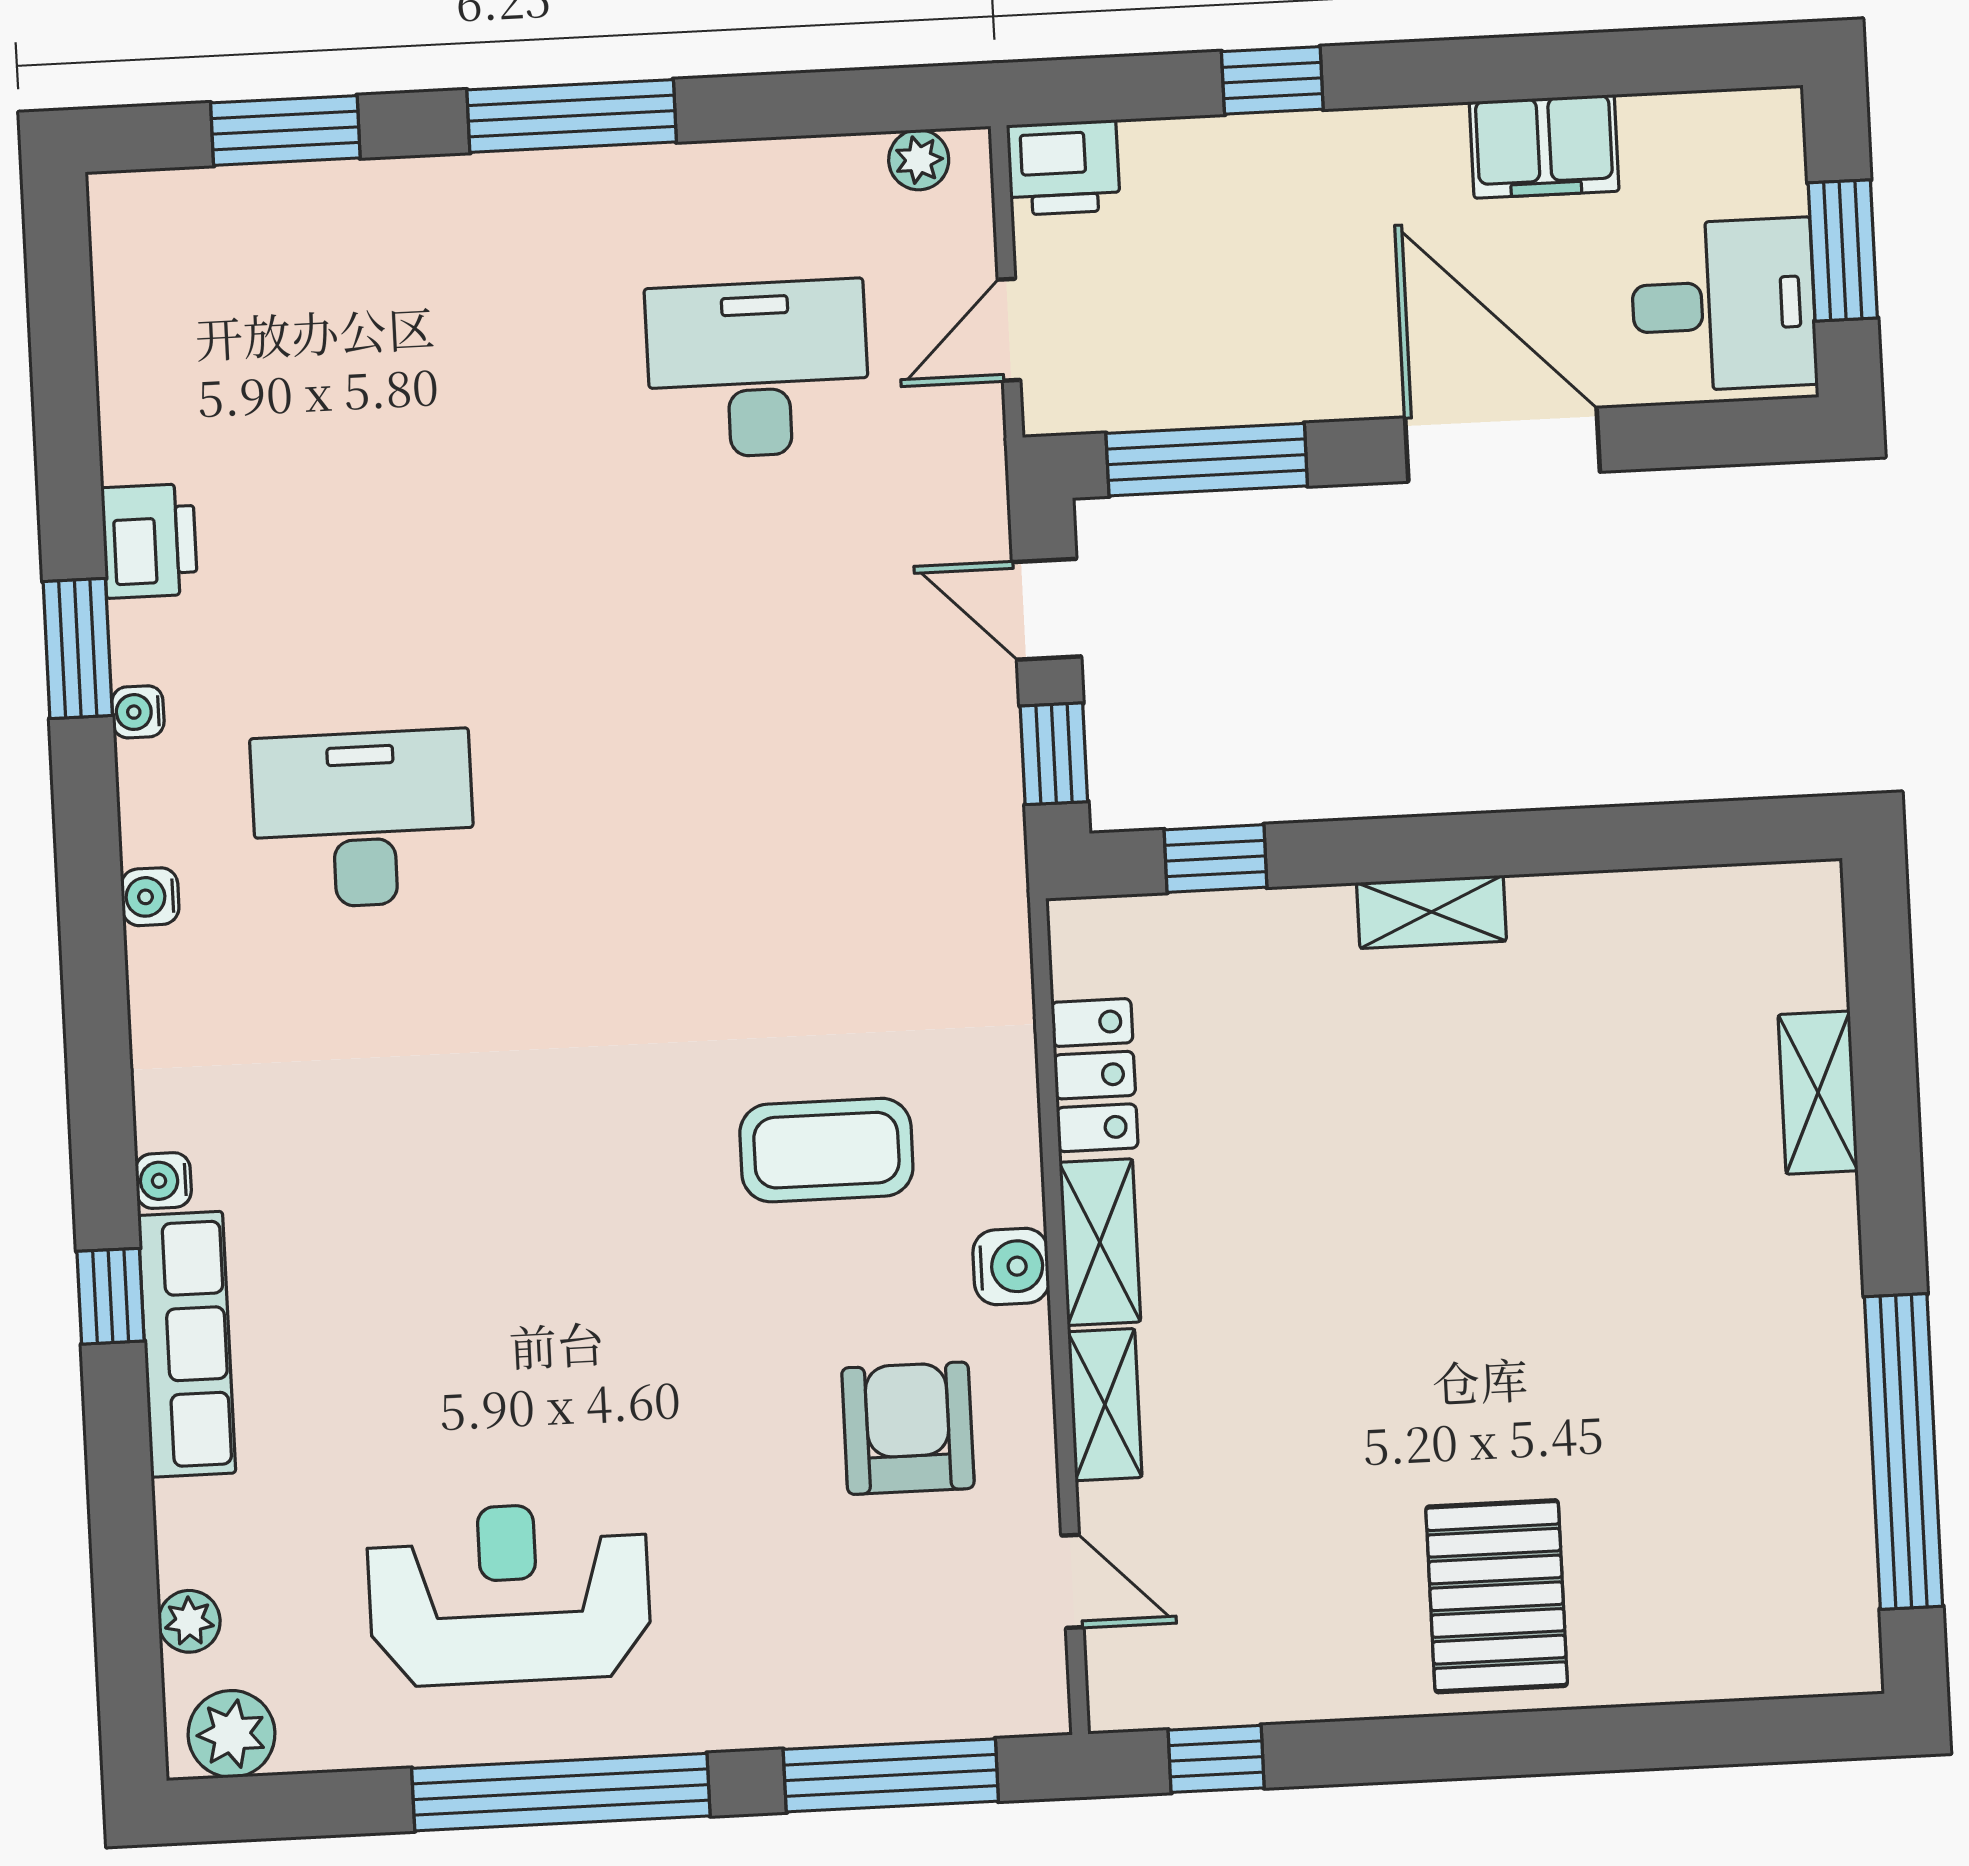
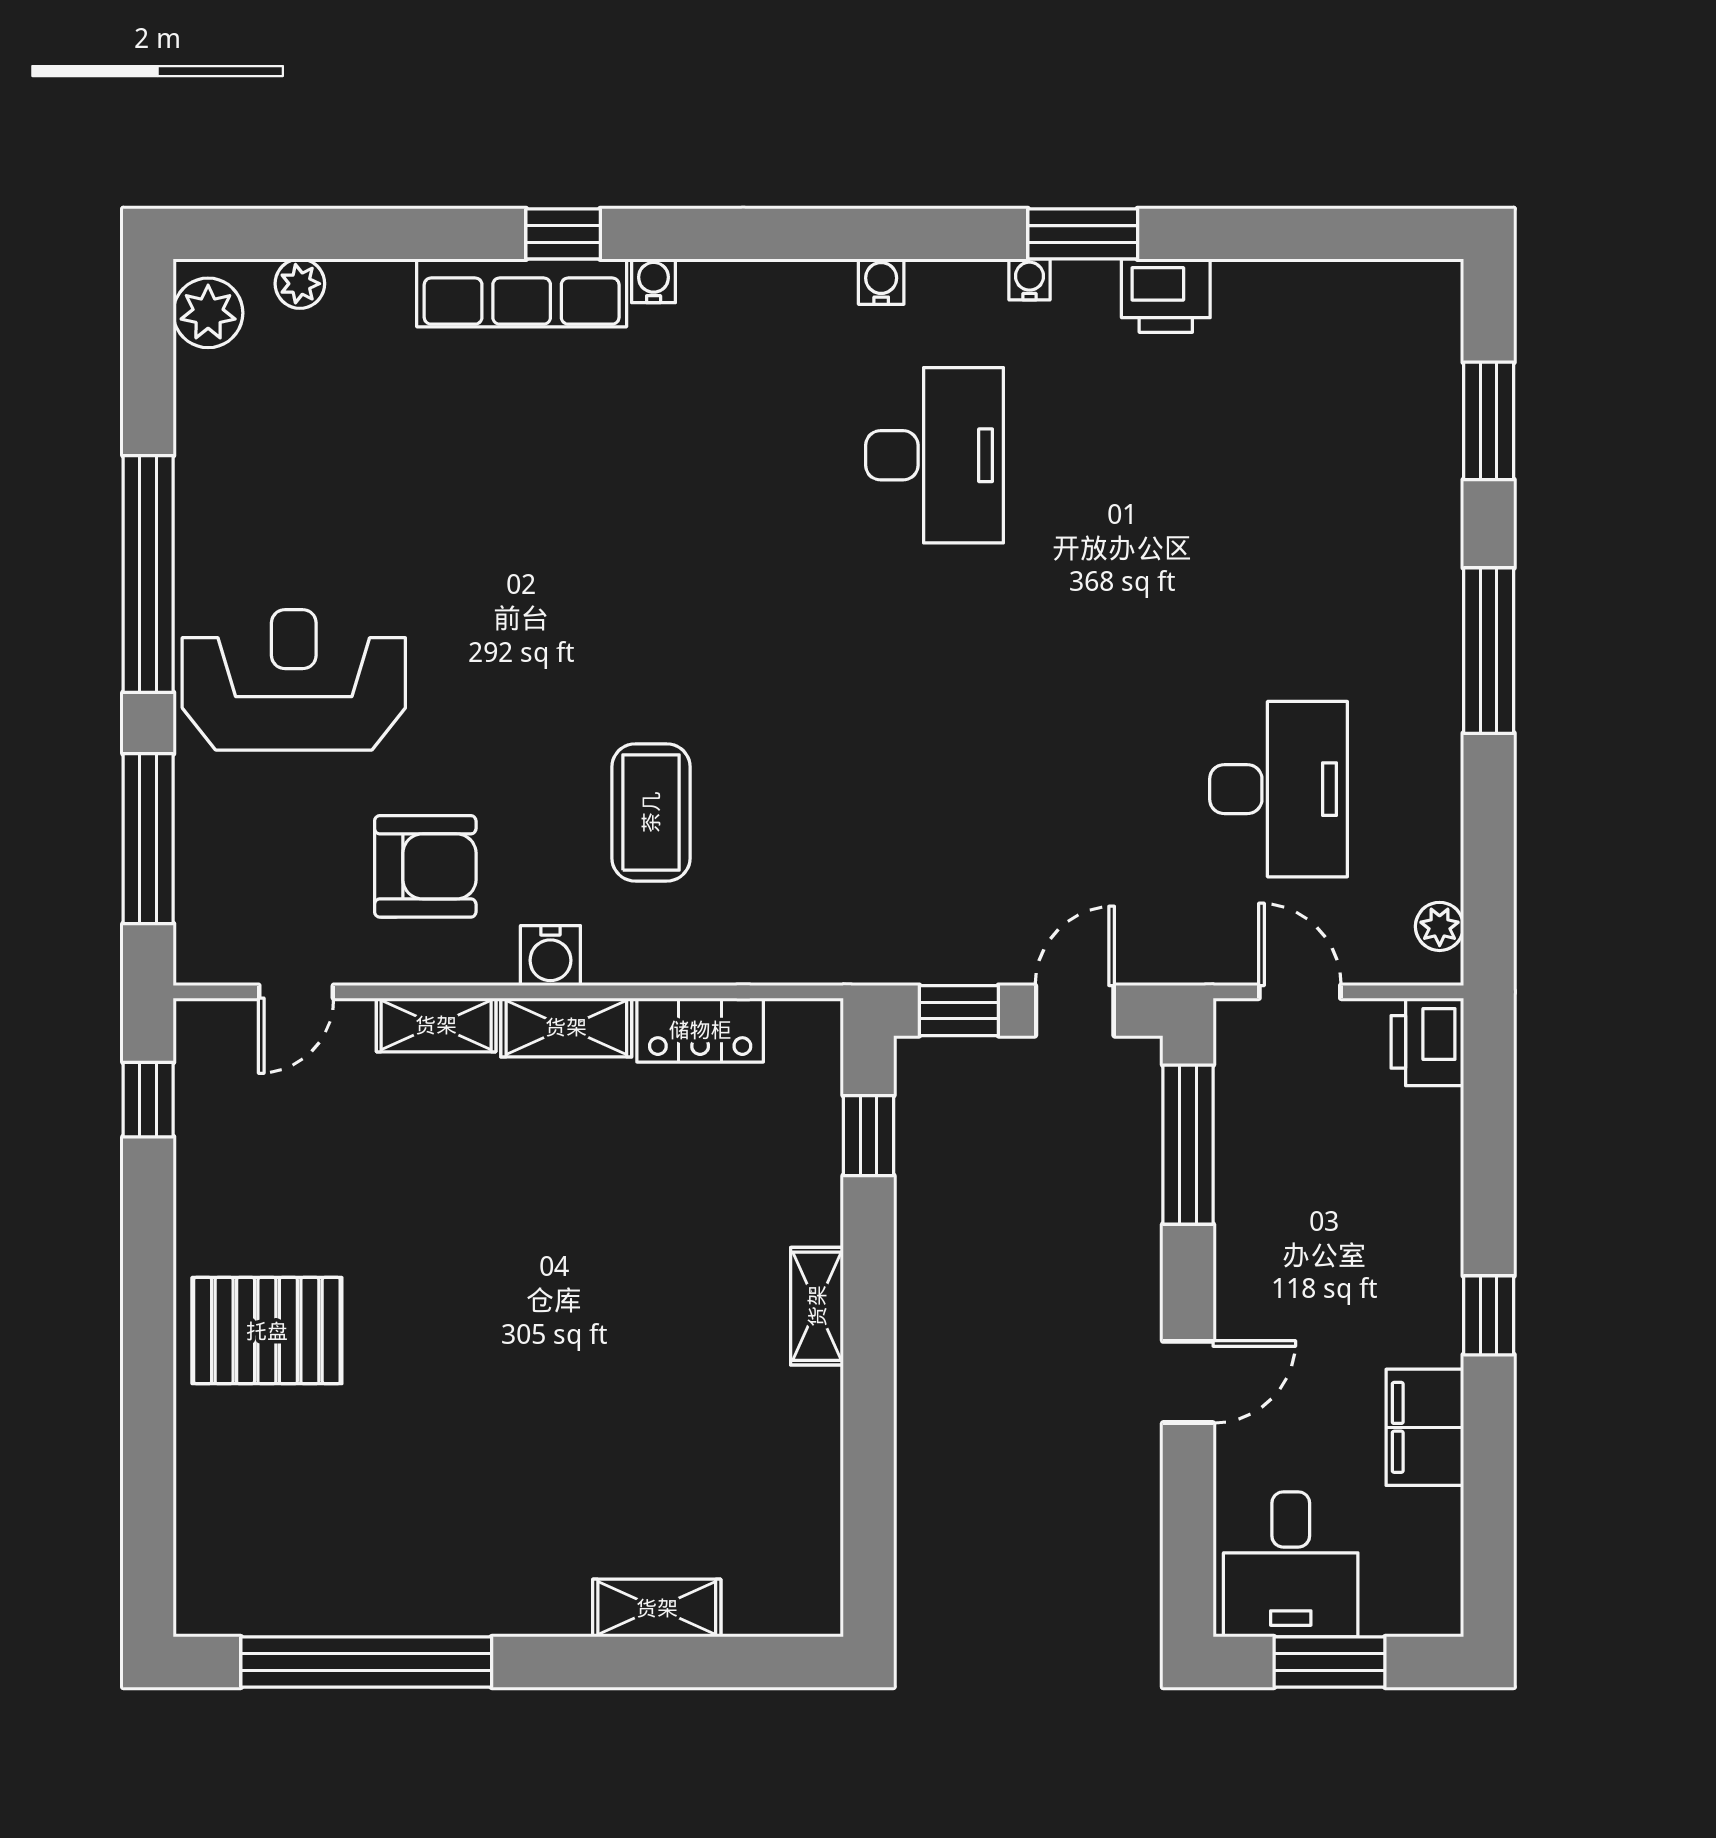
window: (1272, 80) -> (1489, 1315), moved
door: (1502, 445) -> (1188, 1382), width x0.53
reception desk: (509, 1594) -> (294, 680), moved, turned -90

